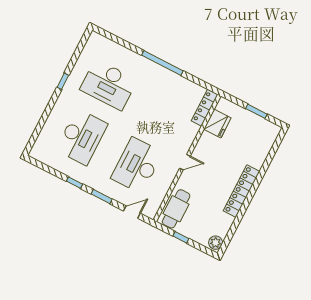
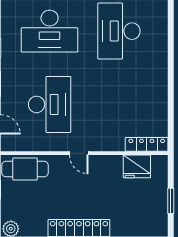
window: (162, 63) -> (171, 76), removed
desk: (137, 165) -> (50, 104), turned 90

